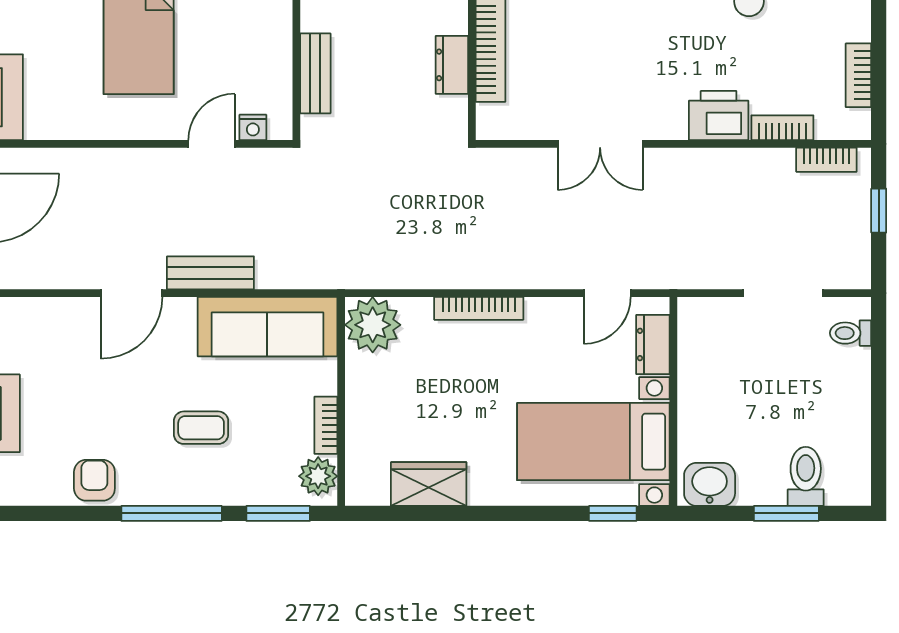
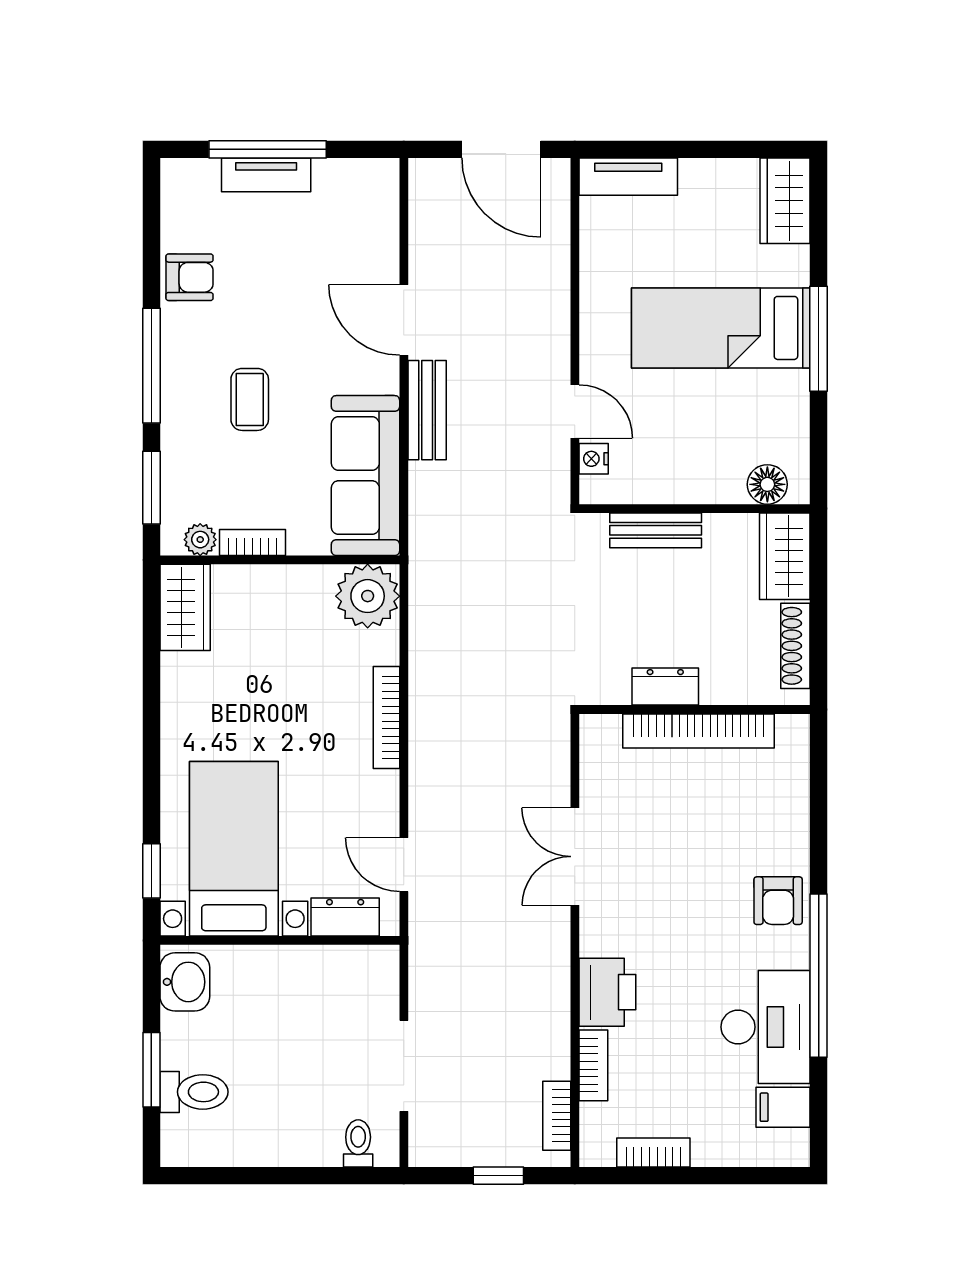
plant: (318, 476) -> (200, 540), width x0.73, depth x0.73
wardrobe: (429, 484) -> (185, 607), moved

